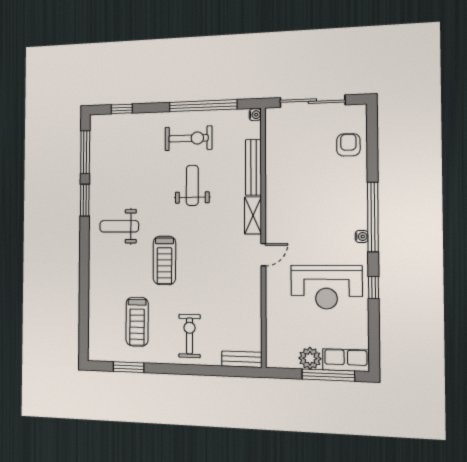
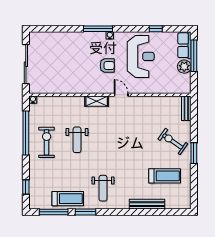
armchair: (348, 145) -> (107, 66), moved, turned 180
bench: (253, 167) -> (147, 204), moved
weight bench: (192, 185) -> (77, 140), turned -90
window: (373, 217) -> (98, 29), width x0.68
treadmill: (164, 260) -> (68, 199), moved
window: (374, 288) -> (156, 29), moved
exercise bike: (190, 336) -> (173, 141), turned 35
window: (129, 367) -> (194, 153), moved

